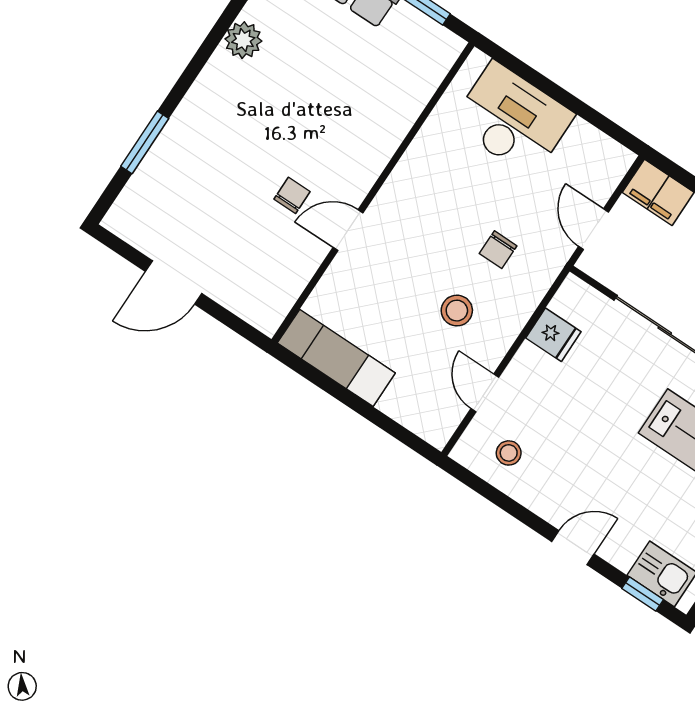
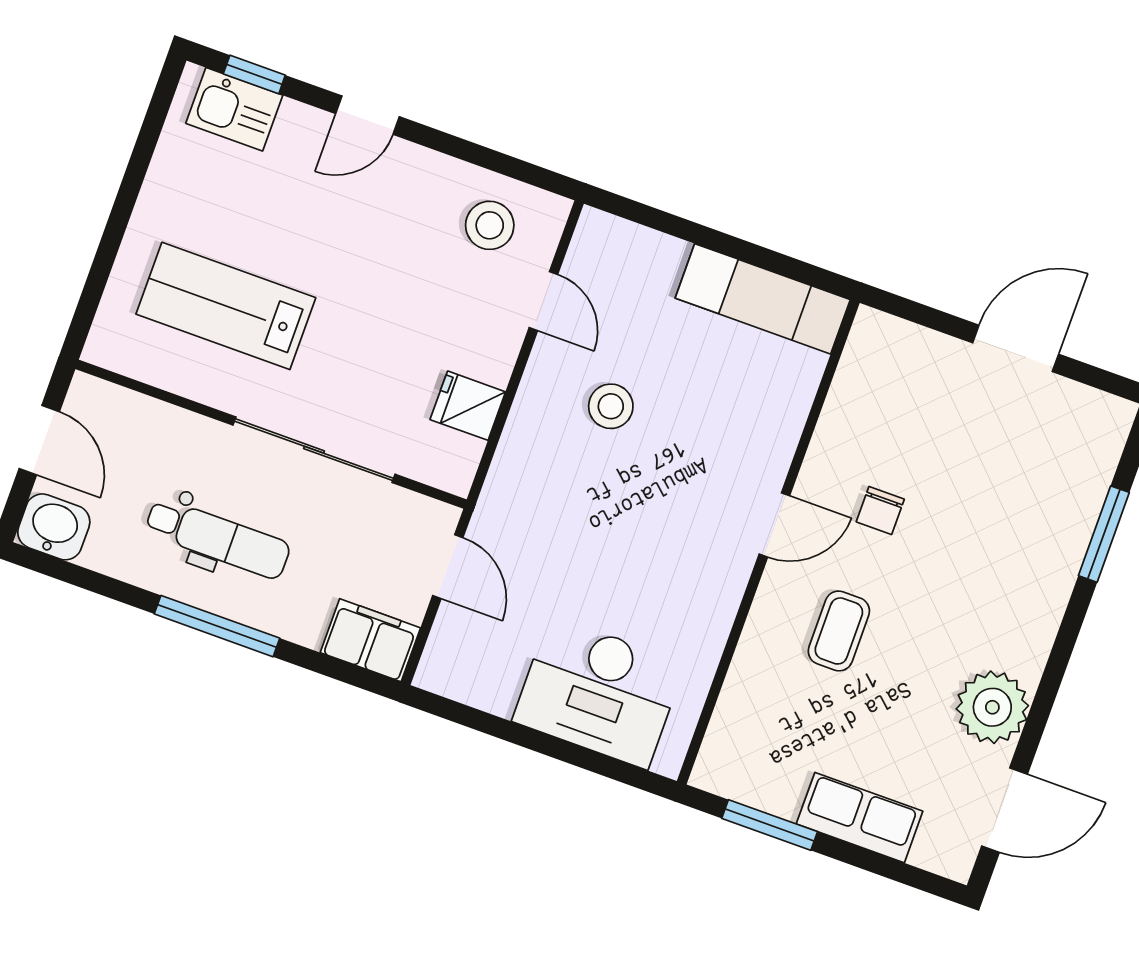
plant: (243, 40) -> (992, 707), width x1.36, depth x1.36
coffee table: (340, 121) -> (839, 631), added
door: (348, 230) -> (774, 525), moved
chair: (498, 250) -> (574, 505), removed
stool: (509, 453) -> (490, 225), width x1.37, depth x1.37

